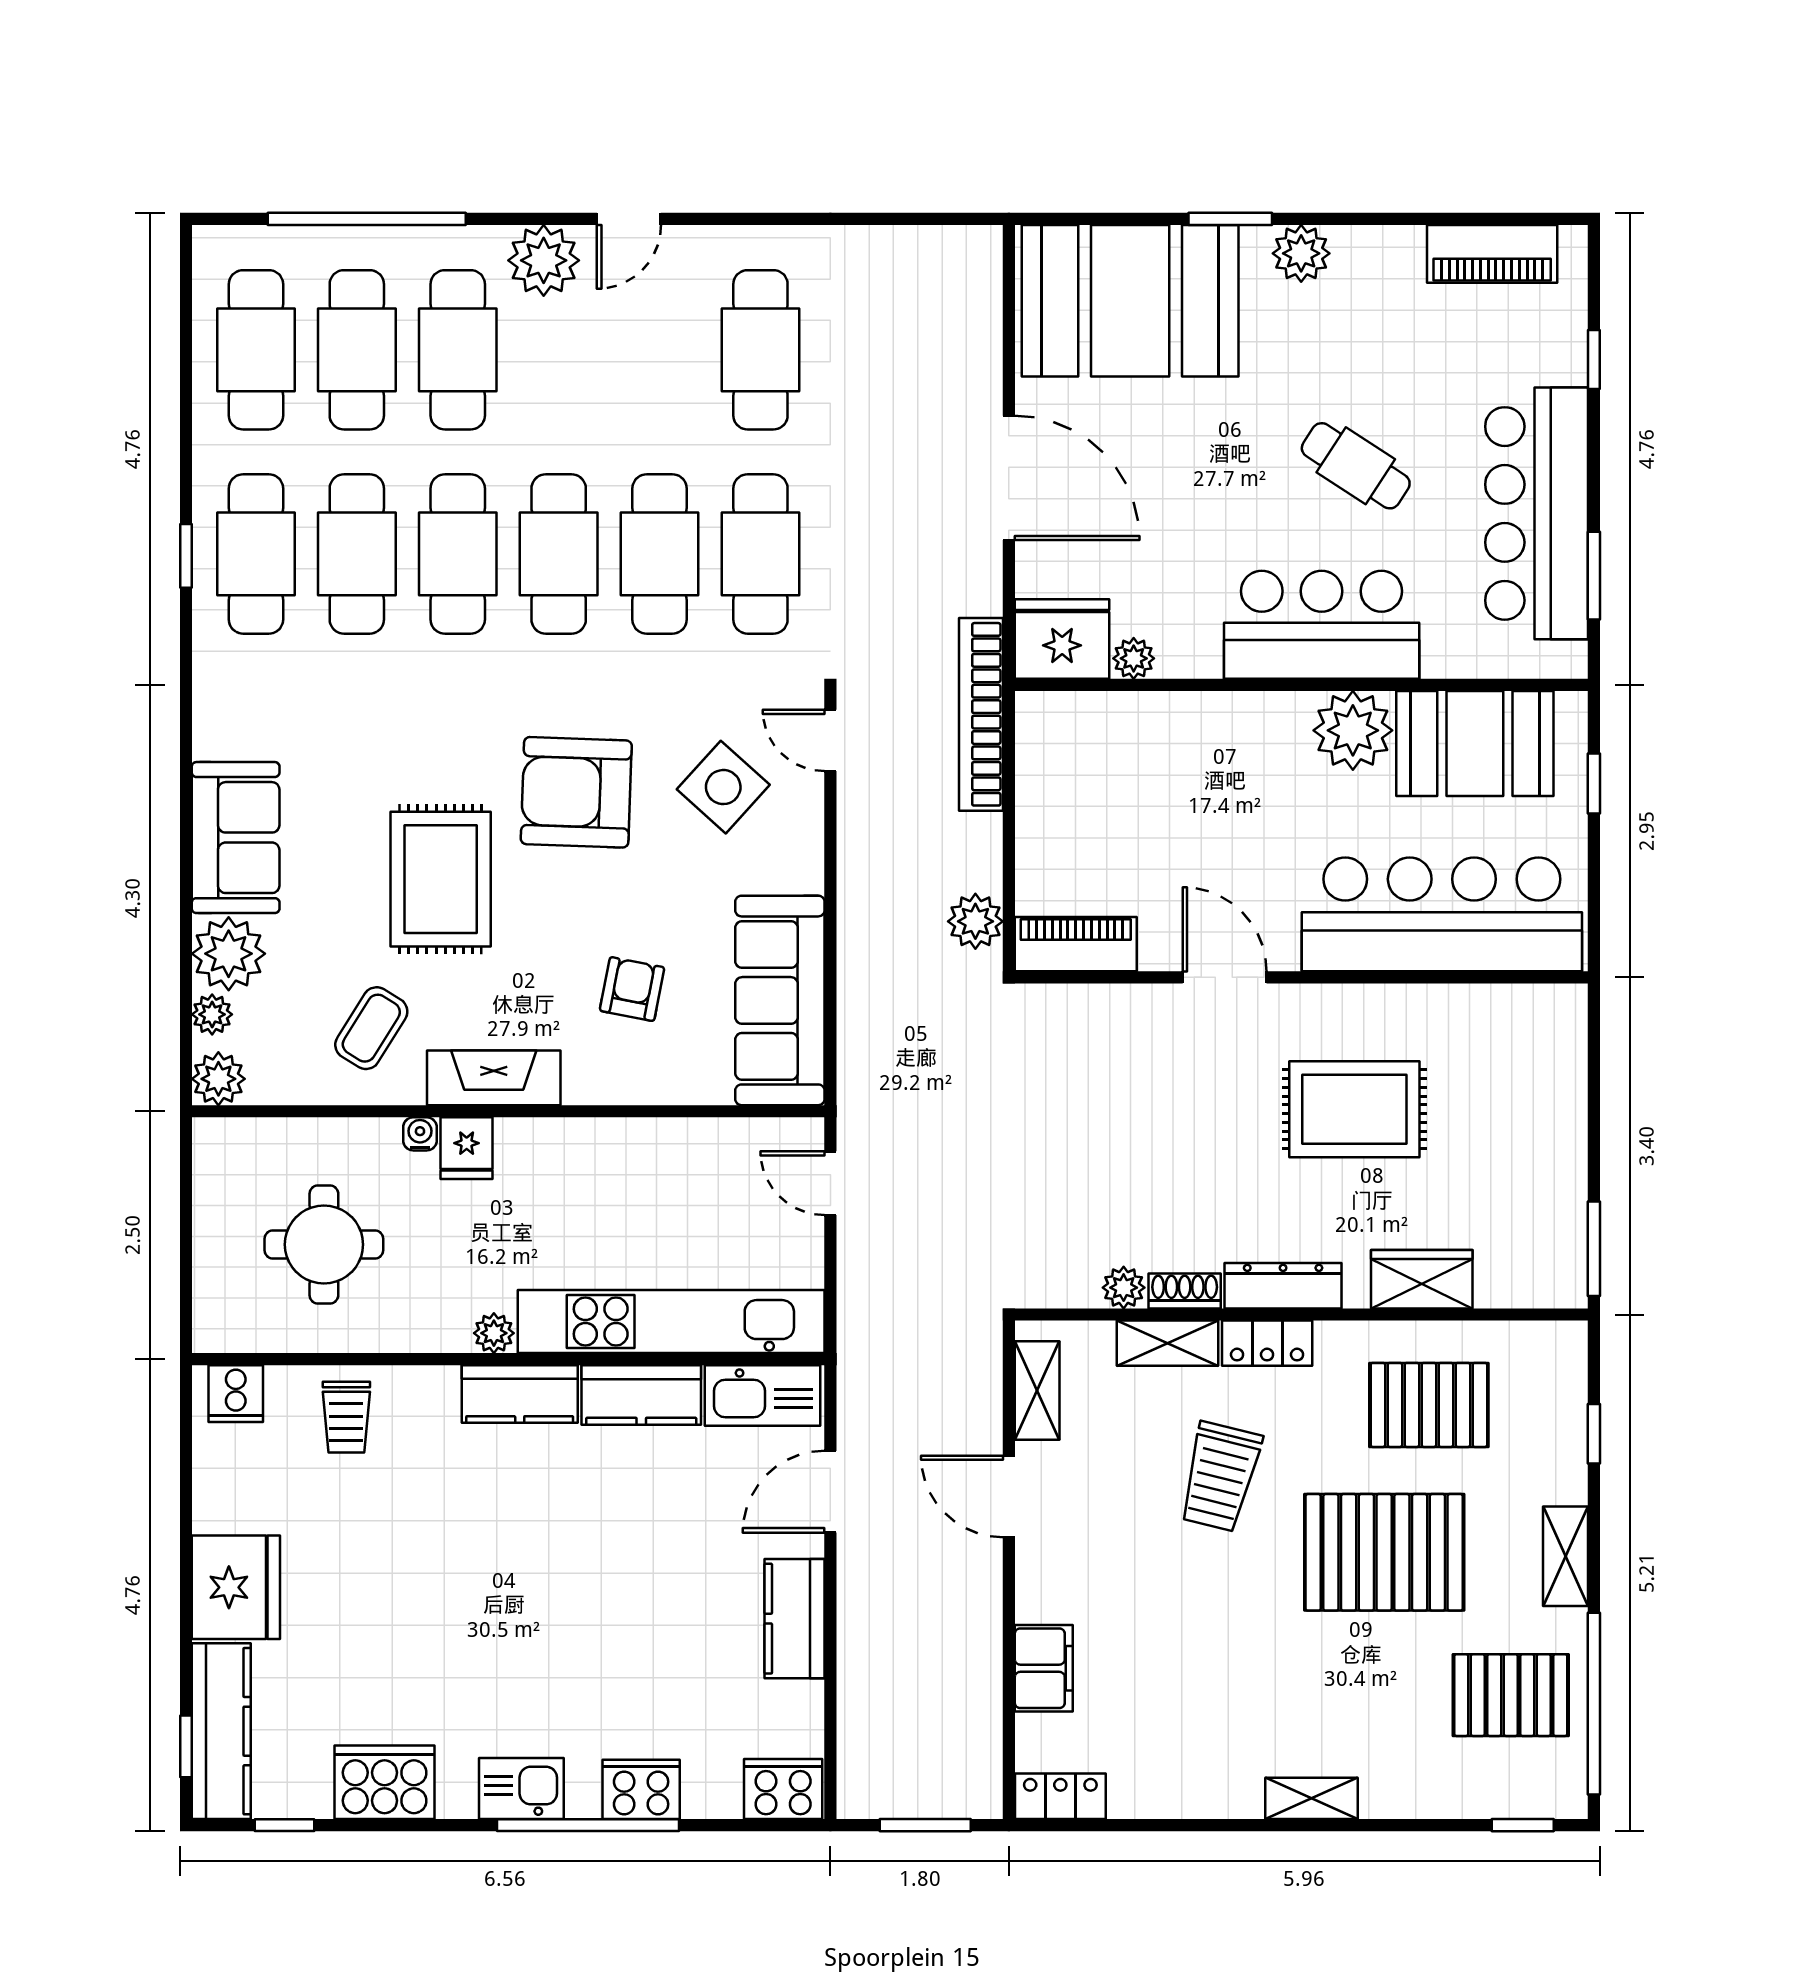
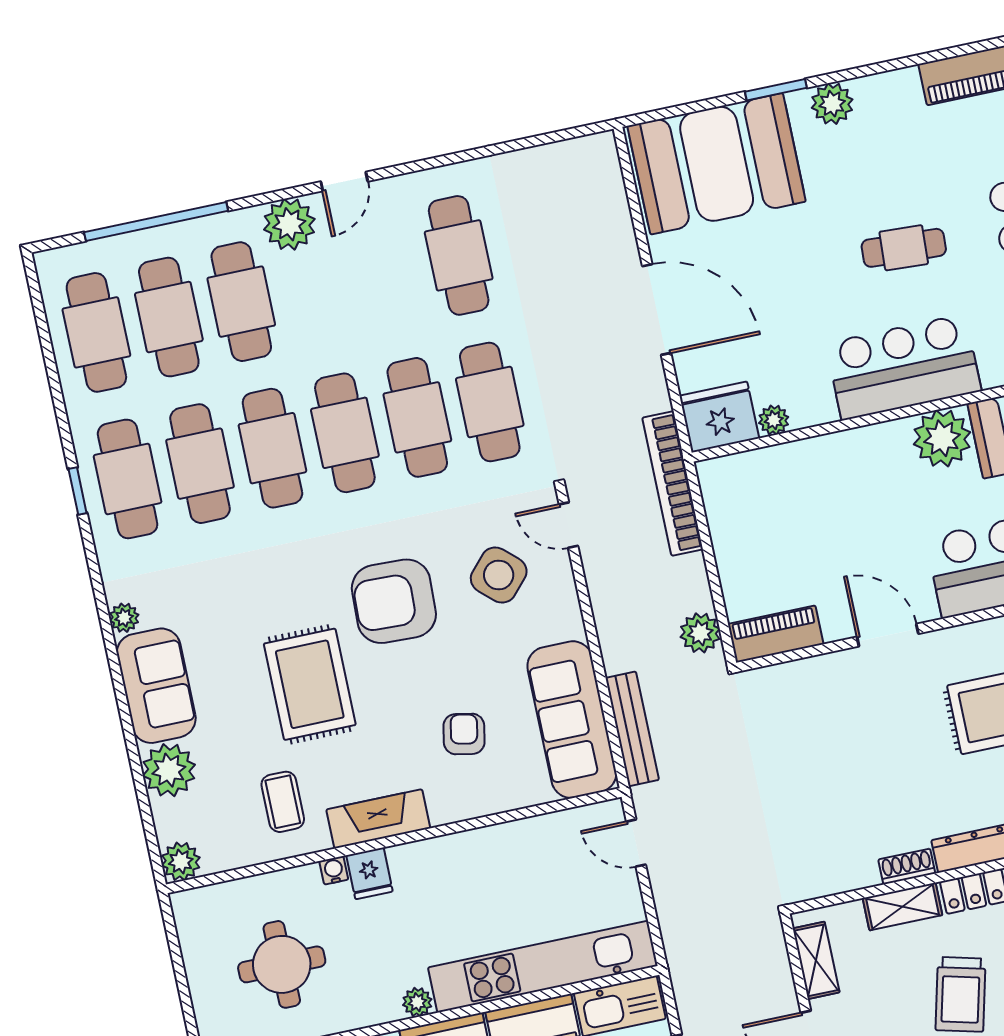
cafe table: (1356, 466) -> (904, 248), turned -30
plant: (212, 1014) -> (124, 618), moved
coffee table: (371, 1028) -> (283, 802), turned -32
bench: (858, 1030) -> (632, 729), added
plant: (1124, 1288) -> (862, 873), removed

